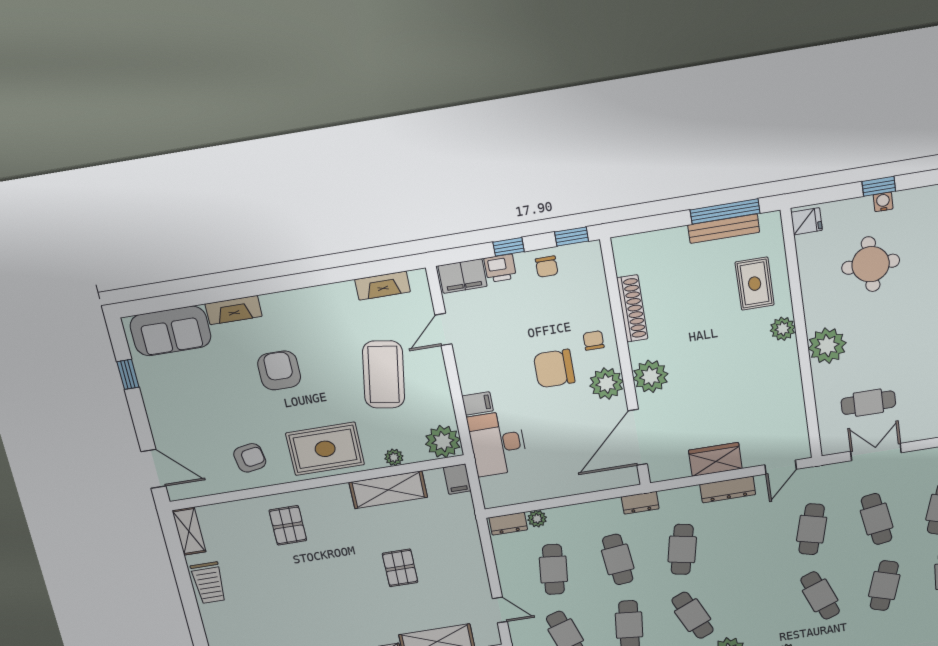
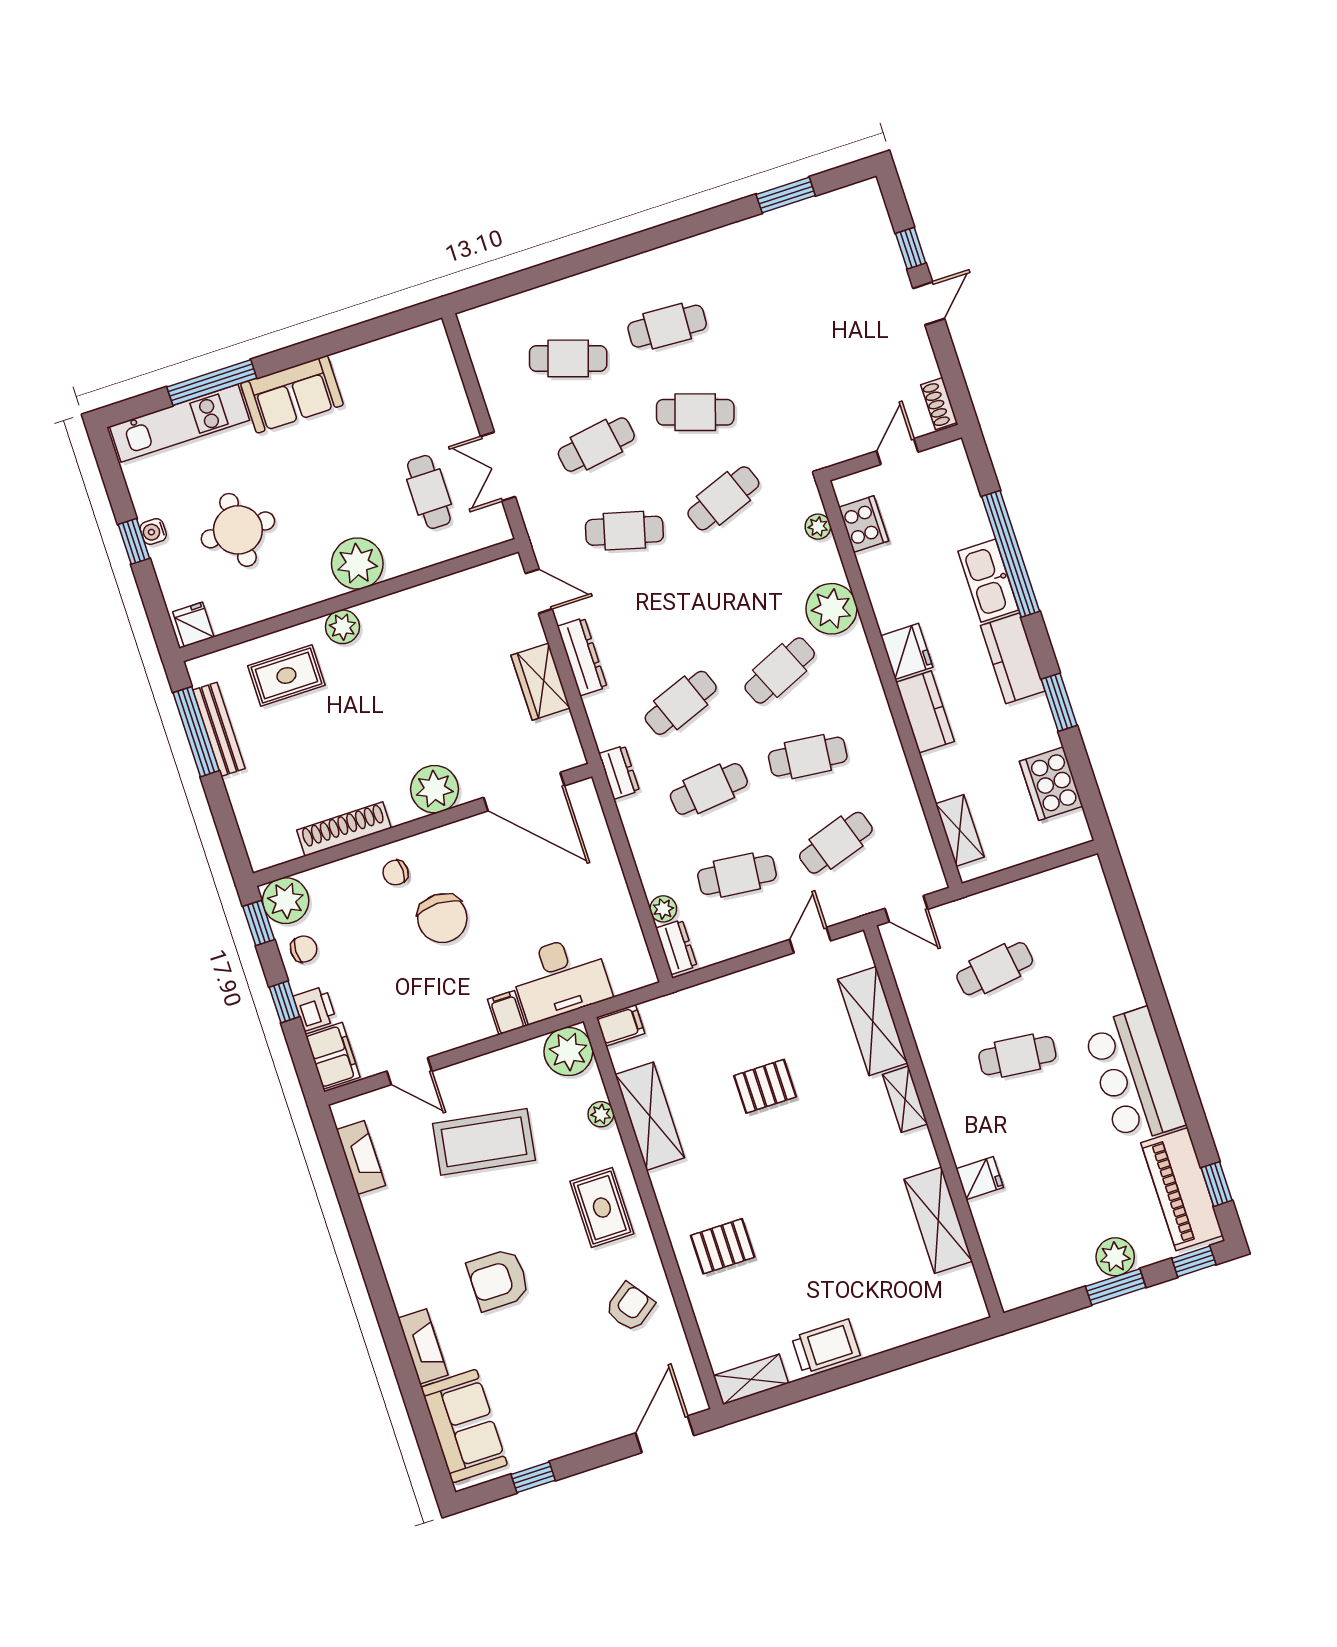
plant: (606, 383) -> (286, 901), moved
rug: (325, 449) -> (602, 1208), width x0.73, depth x0.70
armchair: (250, 458) -> (630, 1307), turned 64
cafe table: (682, 549) -> (681, 703), turned -33

